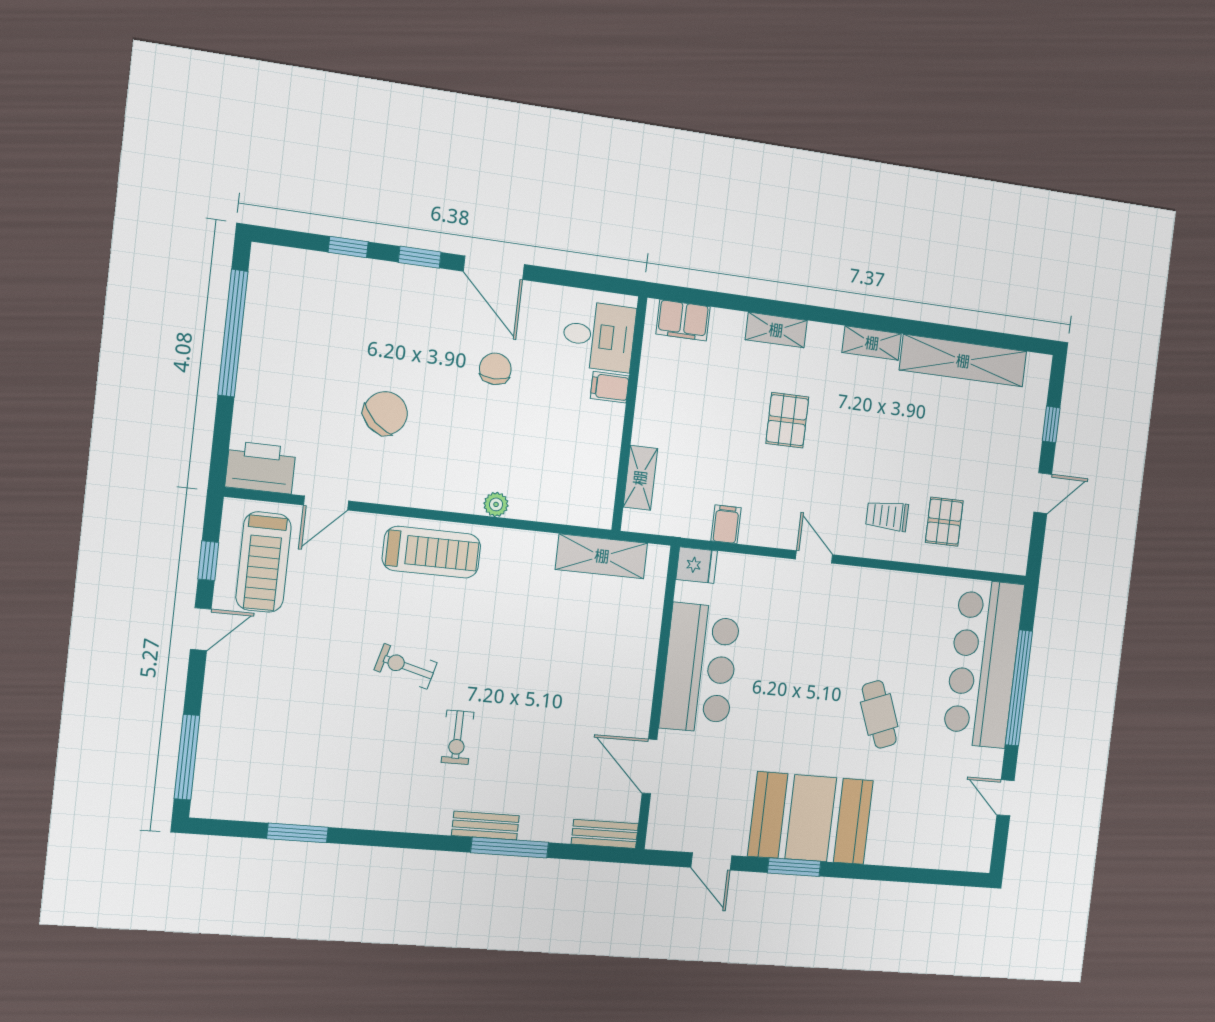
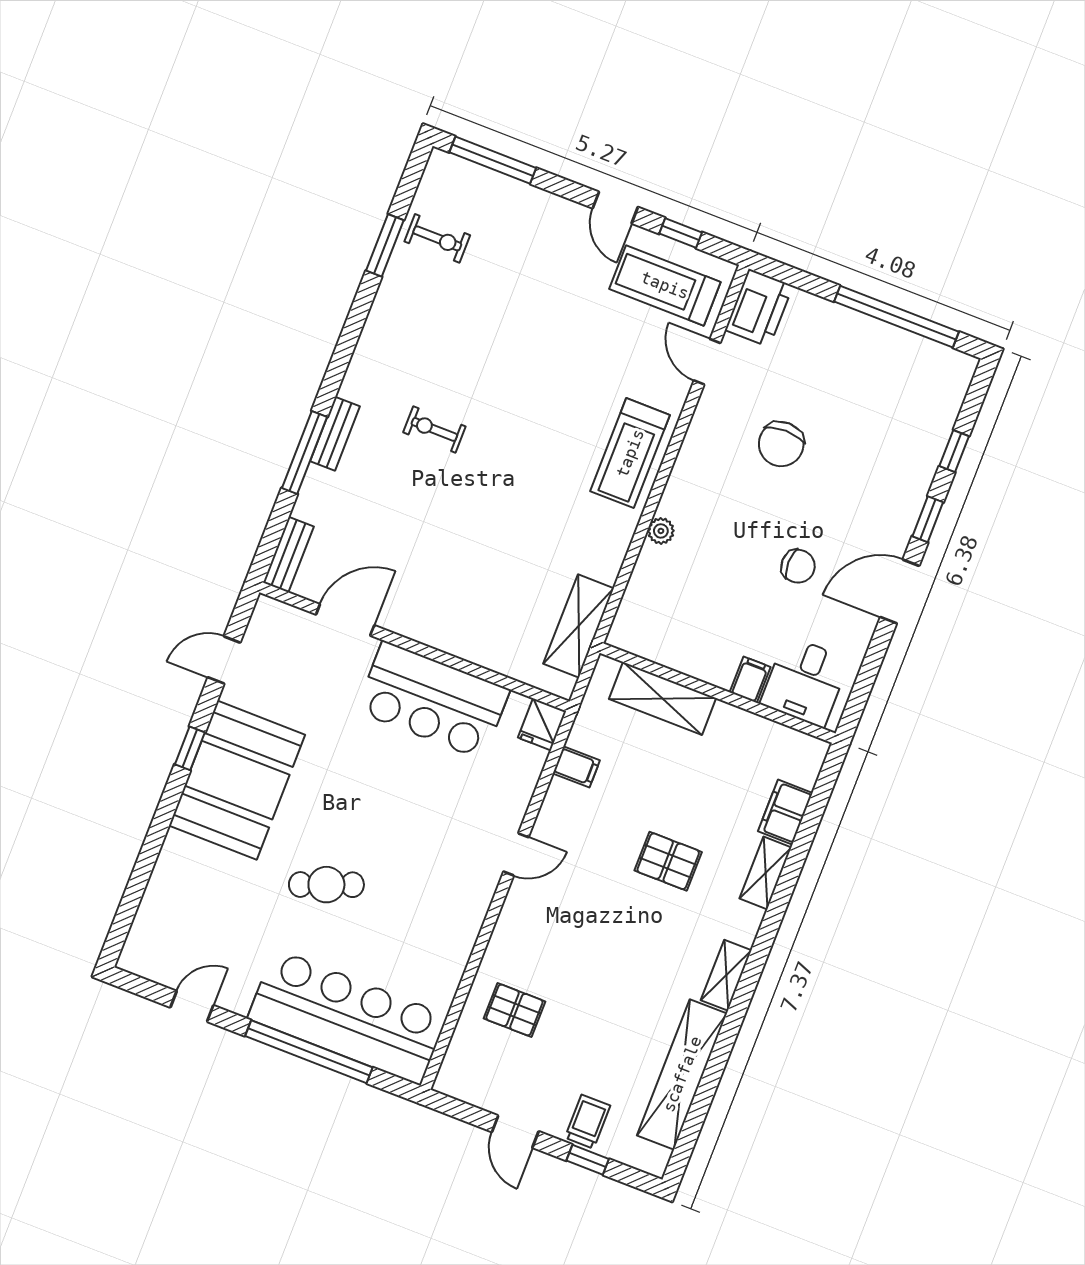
filing cabinet: (683, 320) -> (785, 812), moved
chair: (385, 413) -> (781, 444), turned 47
shelving: (640, 478) -> (662, 698), width x1.50, depth x1.33
trolley: (887, 516) -> (588, 1122), moved
exercise bike: (406, 666) -> (437, 238), moved, turned 75
window: (794, 867) -> (190, 748), width x0.67

